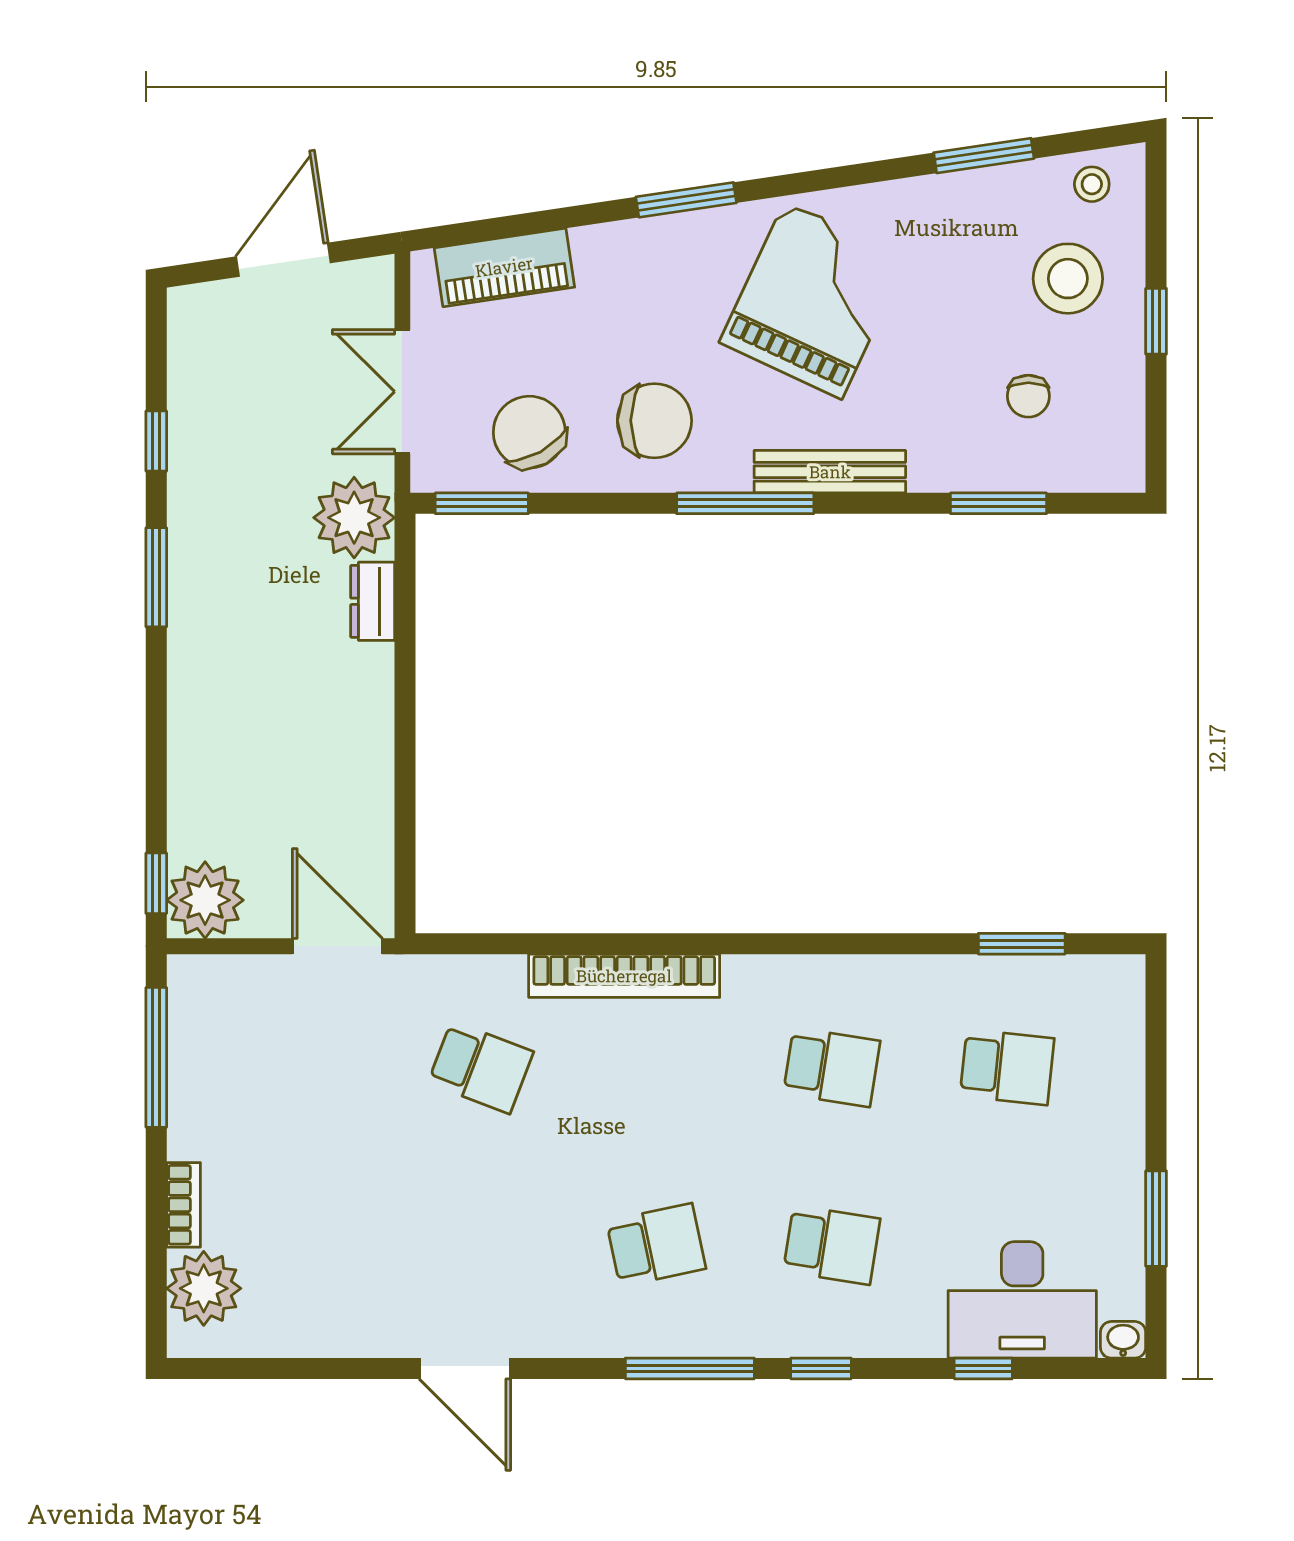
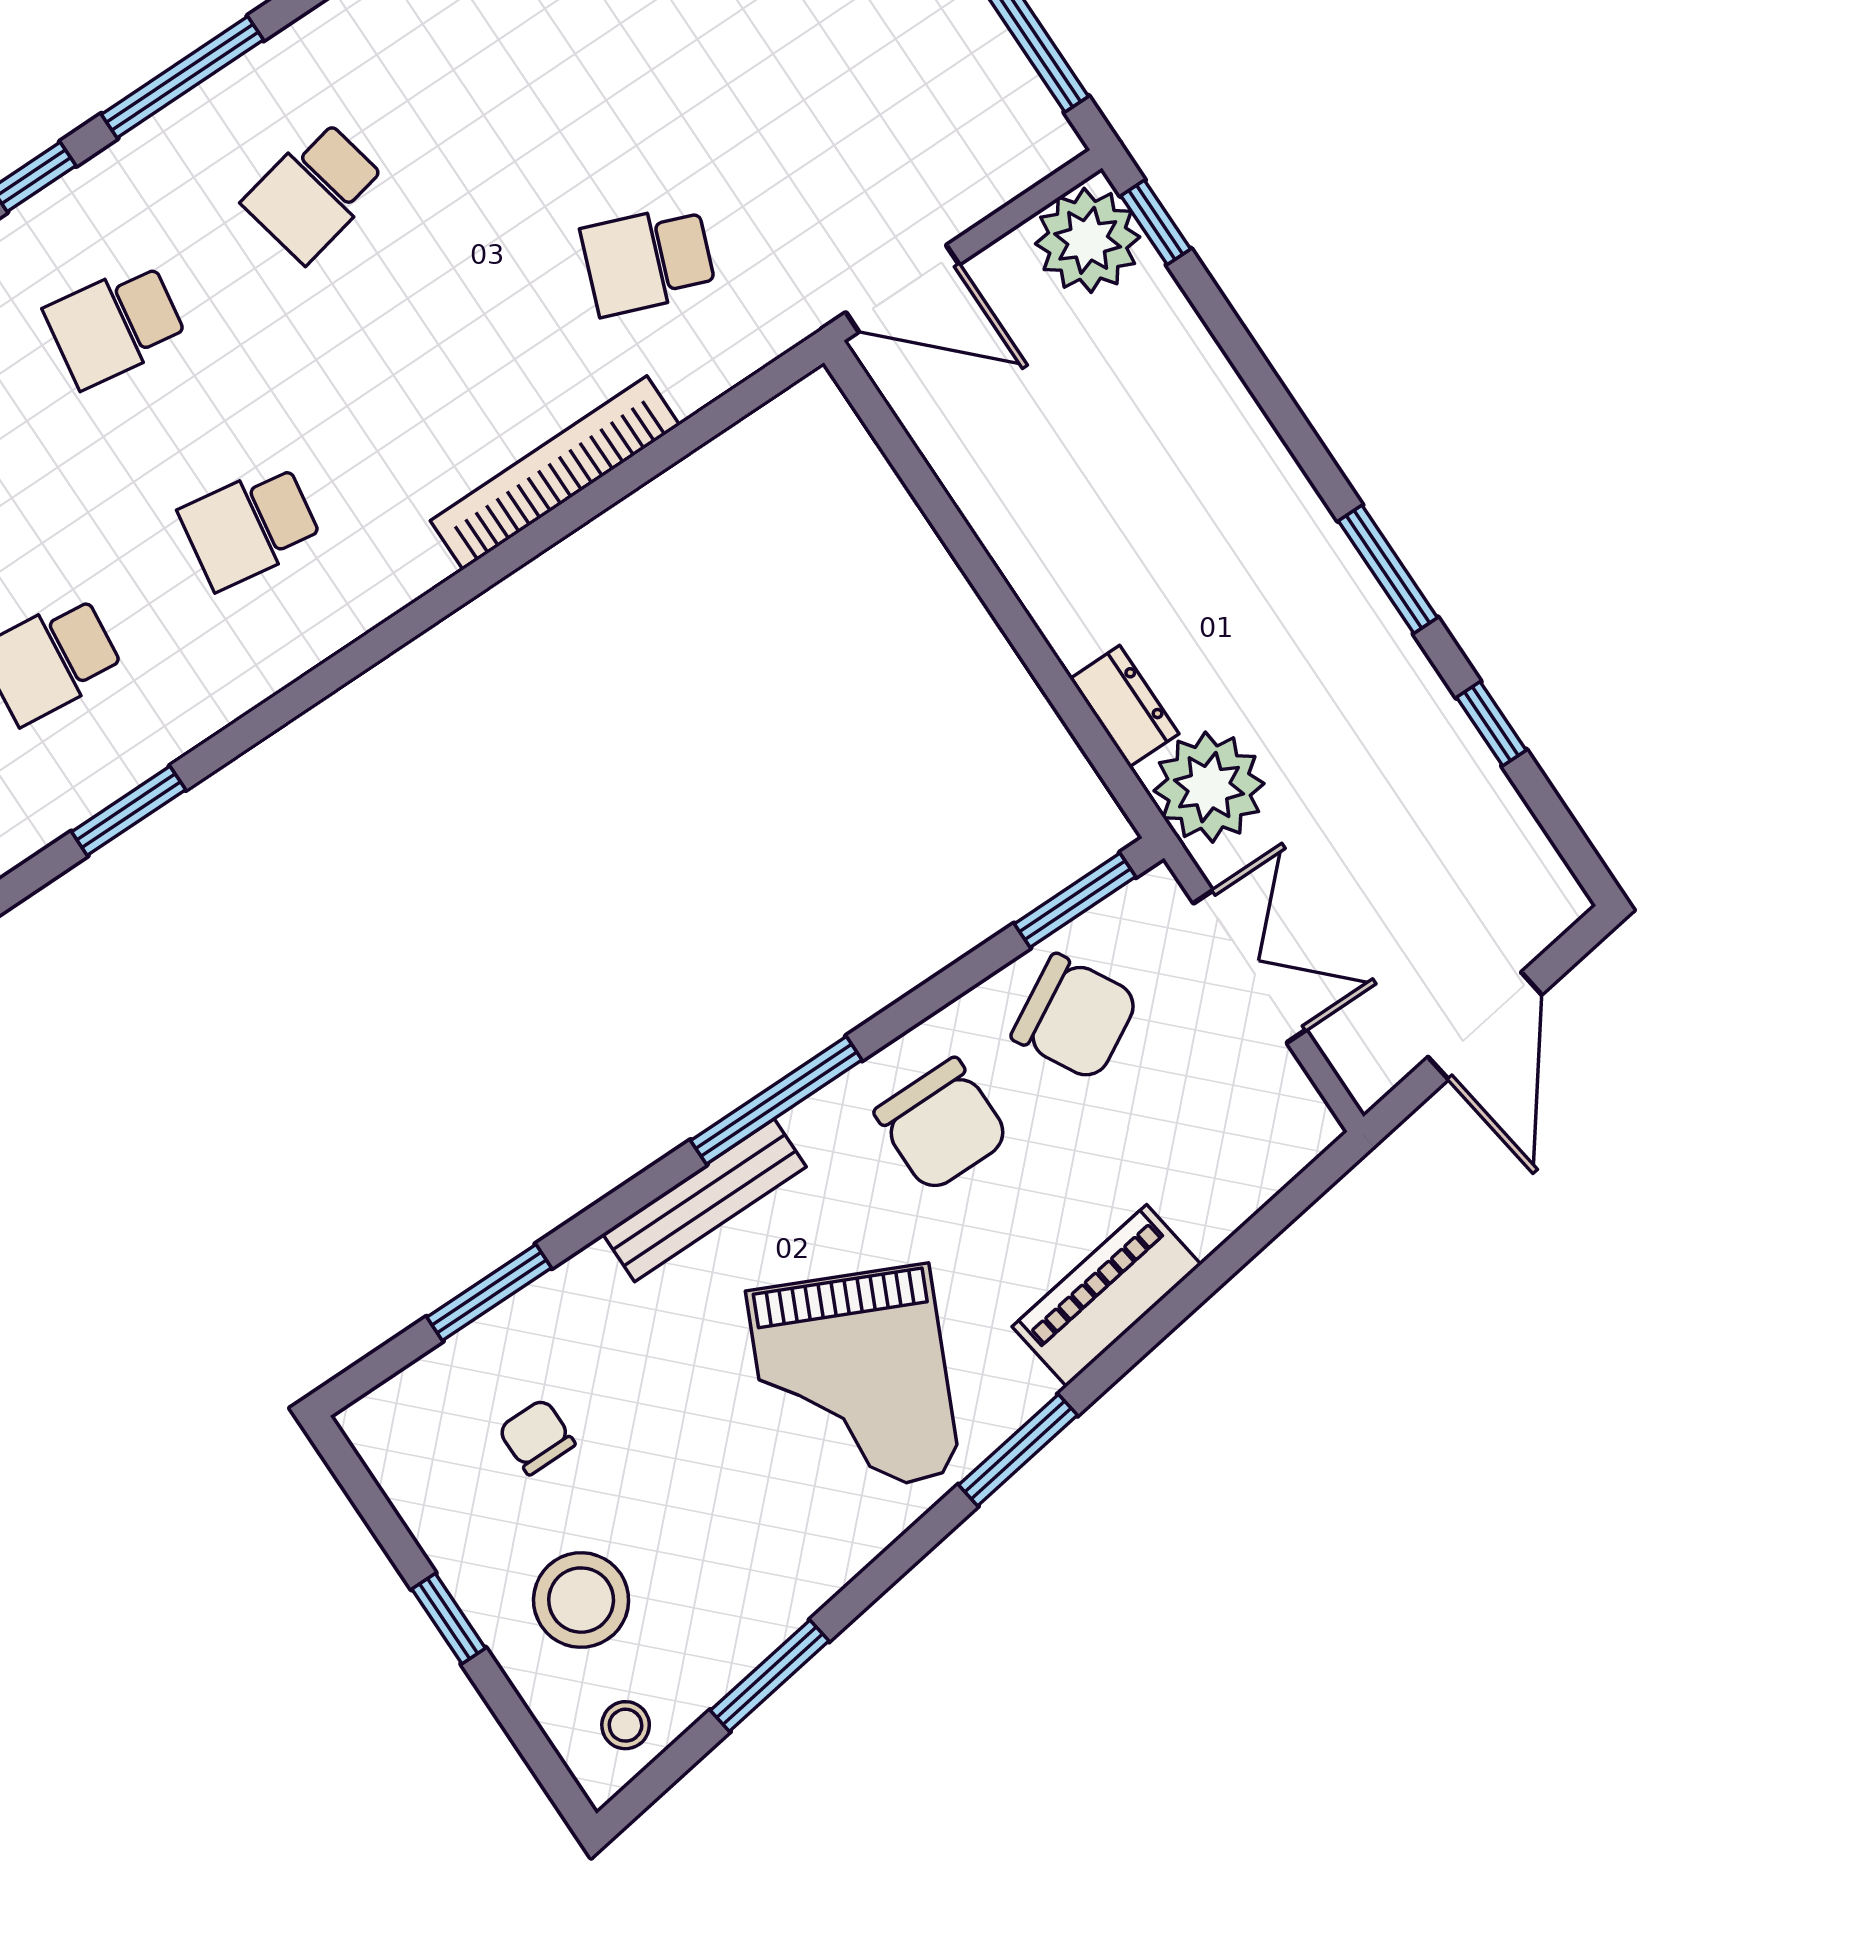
window: (686, 200) -> (1018, 1450), moved
piano: (504, 267) -> (1107, 1296), moved
chair: (654, 421) -> (942, 1125), turned -90

